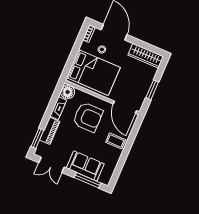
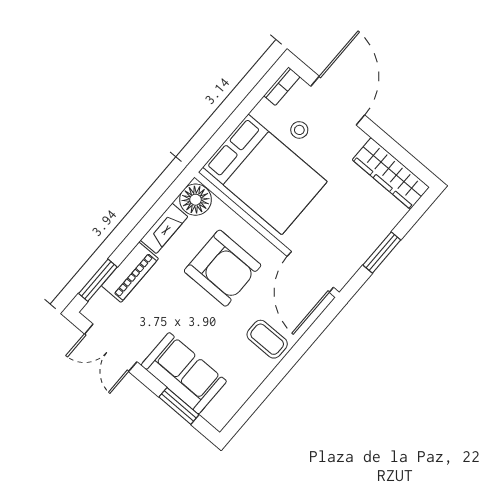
window: (87, 180) -> (179, 406), width x0.69

